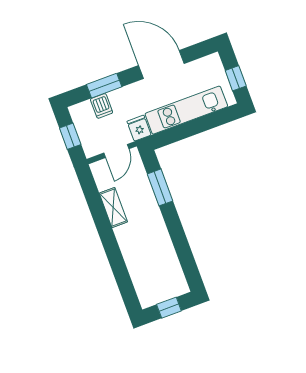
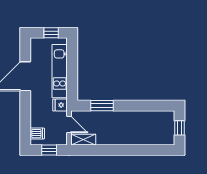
window: (104, 86) -> (25, 117), removed
dishwasher: (102, 106) -> (37, 134), moved
shelving: (113, 208) -> (83, 140), moved

